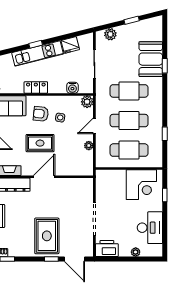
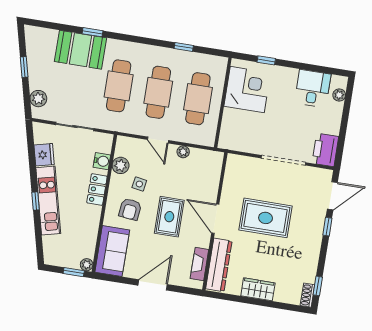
locker: (36, 87) -> (97, 189), moved
plant: (87, 102) -> (121, 165), moved
desk: (150, 228) -> (313, 88), width x0.73
rug: (47, 236) -> (266, 218), moved
plant: (136, 252) -> (339, 95), moved

